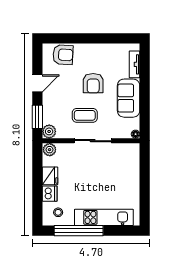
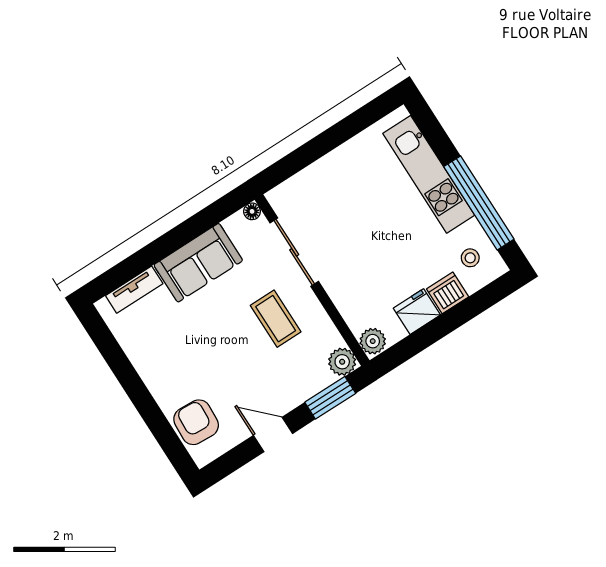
armchair: (93, 83) -> (212, 339), removed
sliding door: (93, 141) -> (294, 252), moved

